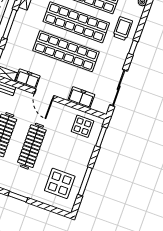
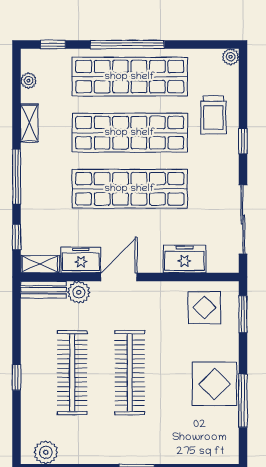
trolley: (123, 29) -> (213, 115), turned 180
plant: (21, 95) -> (79, 292), added
door: (44, 95) -> (119, 277), swing flipped
display table: (60, 183) -> (214, 384), moved

